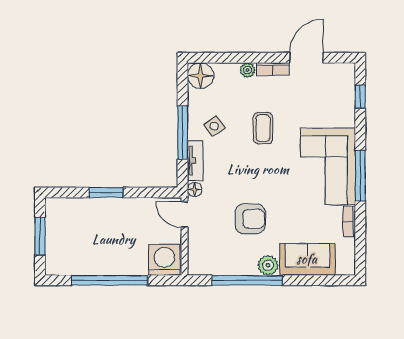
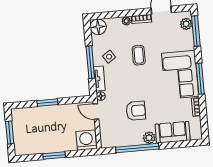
plant: (345, 84) -> (186, 24), added
window: (360, 97) -> (196, 31), width x2.17
window: (109, 280) -> (54, 156), width x0.47

